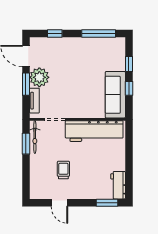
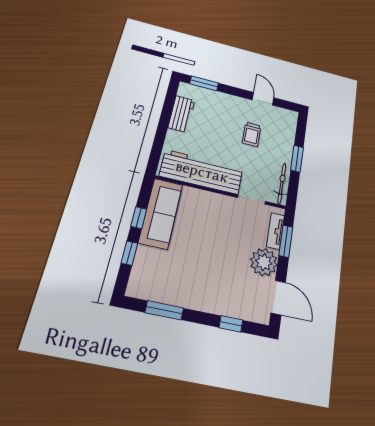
window: (99, 33) -> (164, 310), width x0.69
window: (26, 84) -> (286, 241), moved
window: (26, 144) -> (297, 159), moved
workbench: (118, 185) -> (181, 114), moved

